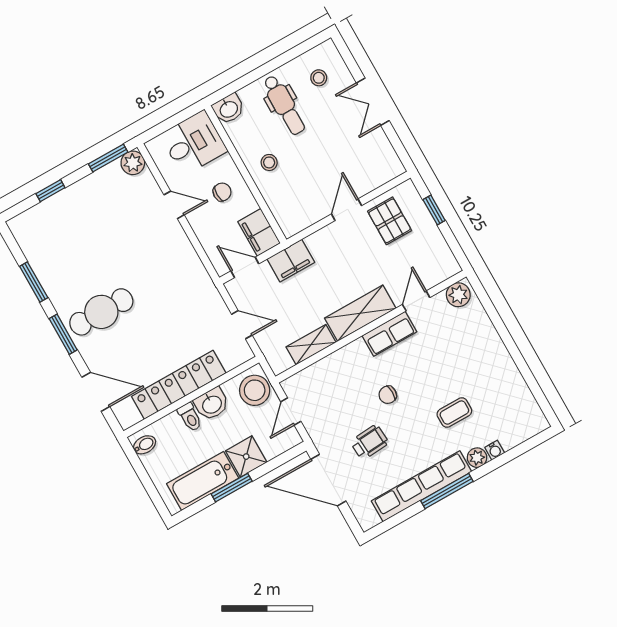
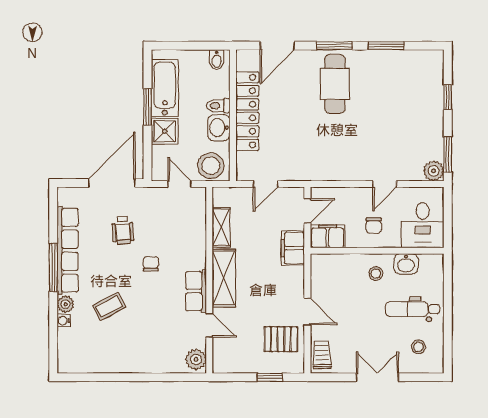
washbasin: (228, 109) -> (406, 264), moved, turned -90
trolley: (382, 171) -> (322, 355), added
coffee table: (454, 413) -> (109, 306), turned 62

